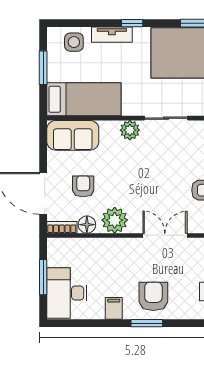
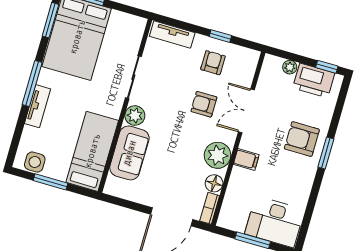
window: (132, 23) -> (32, 84), width x2.17
side table: (74, 42) -> (35, 162), moved
sofa: (73, 135) -> (129, 153), moved
armchair: (83, 186) -> (204, 104), moved
filing cabinet: (114, 308) -> (246, 160), moved, turned 180

